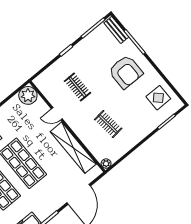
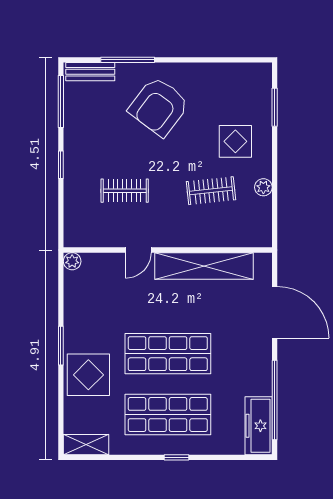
armchair: (126, 72) -> (159, 107), turned 127
plant: (28, 95) -> (72, 261), width x0.53, depth x0.53
display table: (158, 98) -> (235, 141), moved
plant: (106, 164) -> (263, 187), moved

